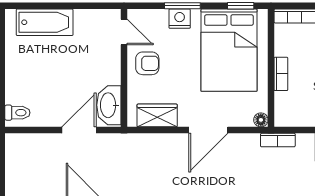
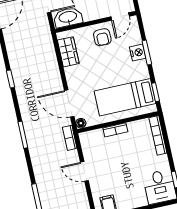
bed: (229, 50) -> (125, 97), width x0.67
door: (208, 130) -> (69, 103), moved

